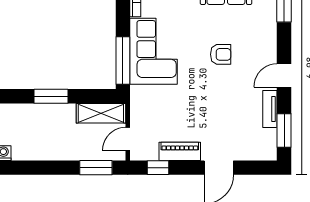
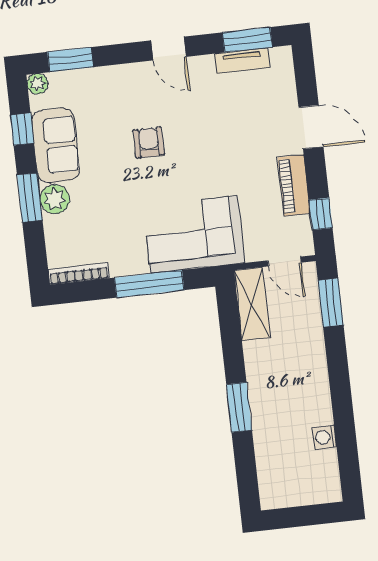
corner sofa: (154, 51) -> (194, 235), moved
window: (123, 61) -> (149, 284), moved
window: (51, 96) -> (239, 407), moved
tv unit: (270, 109) -> (242, 61), moved

